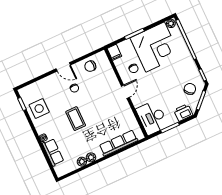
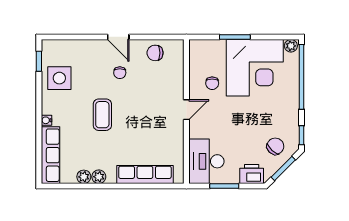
filing cabinet: (114, 52) -> (196, 49), removed
row of seats: (53, 152) -> (51, 155), width x1.48

